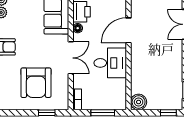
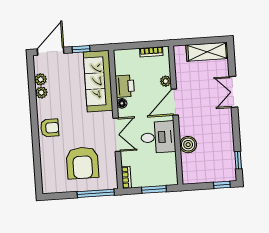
plant: (121, 10) -> (166, 81), added
boiler: (139, 102) -> (188, 145), moved
window: (47, 113) -> (96, 193), width x2.17

